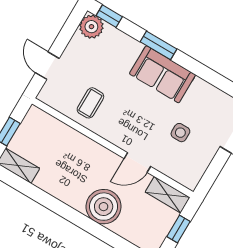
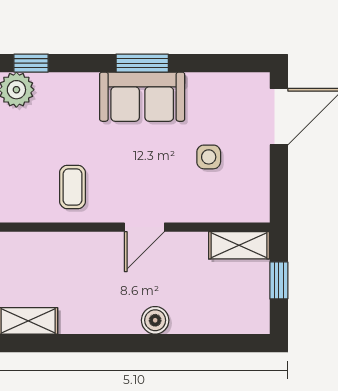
window: (159, 45) -> (142, 63), moved
door: (137, 162) -> (144, 227), moved
boiler: (104, 207) -> (155, 320), width x0.54, depth x0.54

